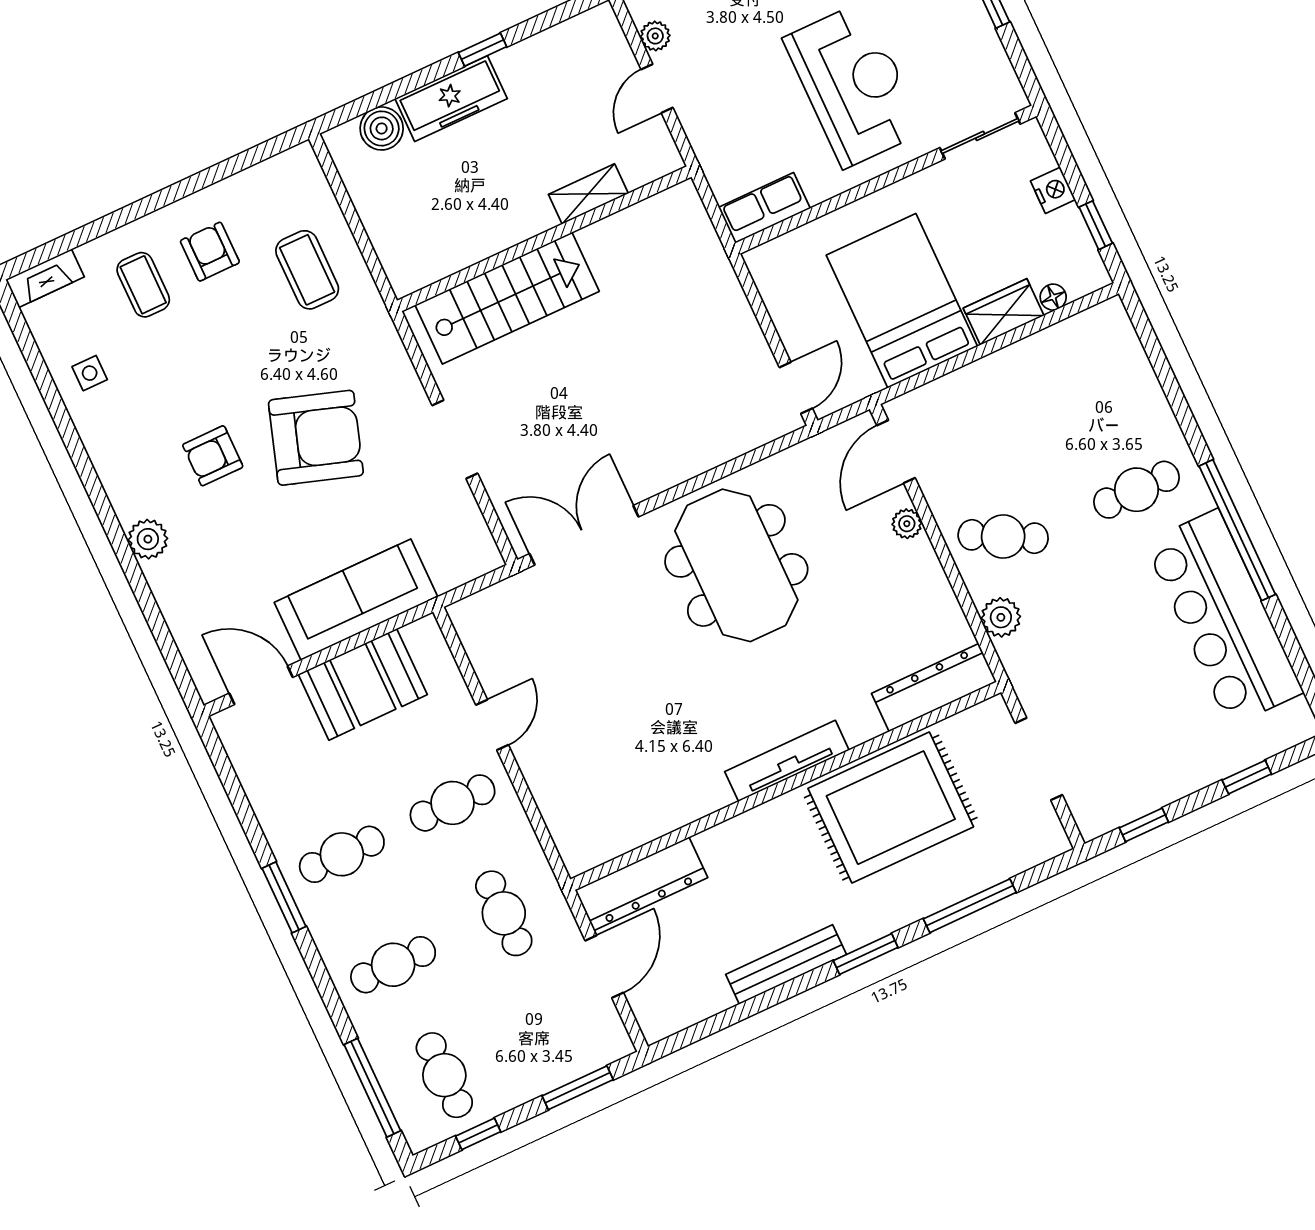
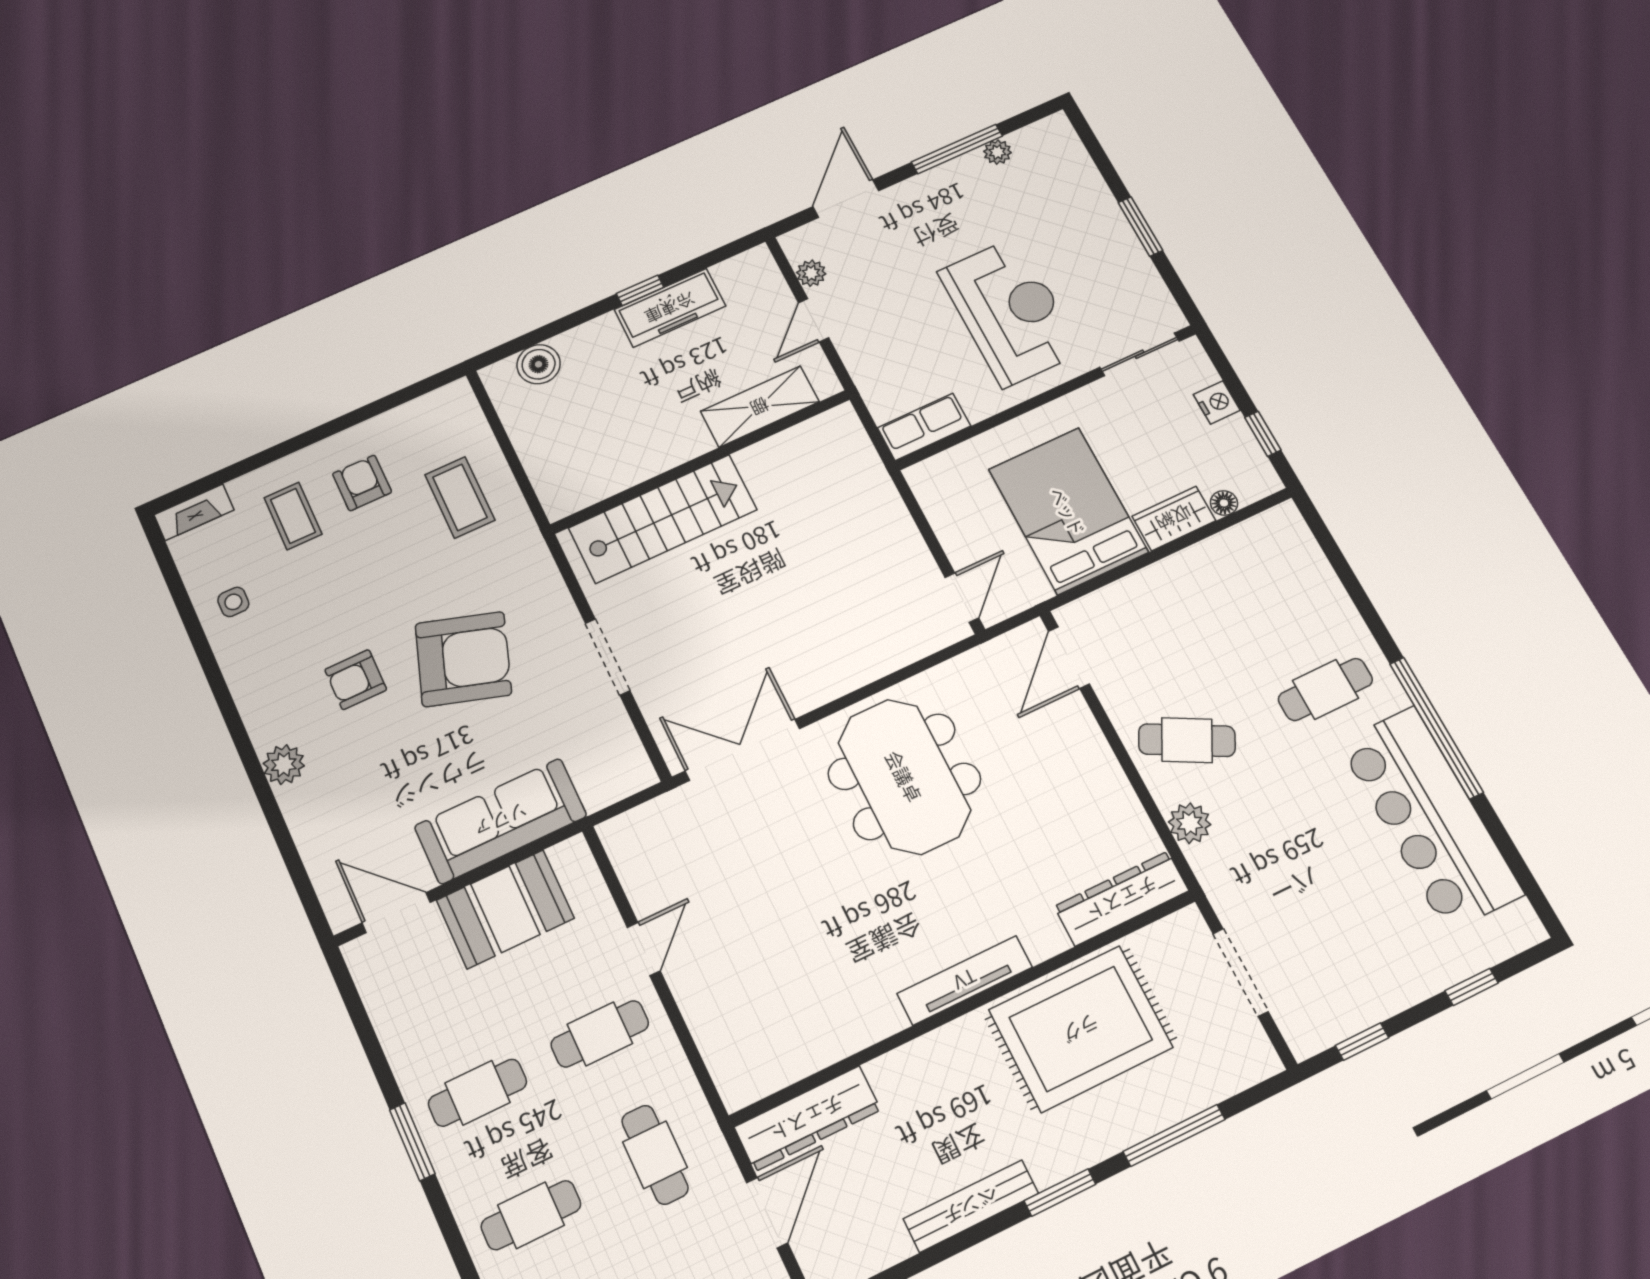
freezer: (451, 99) -> (670, 308), moved
shelving: (588, 194) -> (760, 407), width x1.50, depth x1.33
plant: (907, 524) -> (1084, 730), removed

